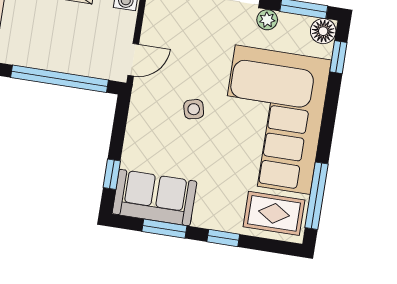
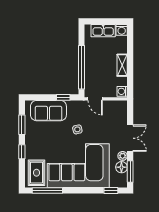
floor lamp: (323, 31) -> (121, 167), moved
window: (112, 174) -> (63, 97), moved
sofa: (154, 198) -> (48, 111), moved, turned 90

